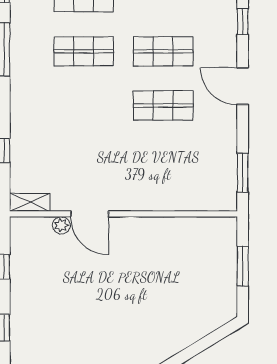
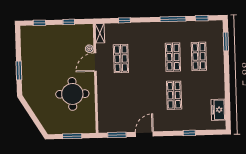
door: (243, 86) -> (144, 134), moved
shop shelf: (163, 106) -> (121, 59), moved
round table: (155, 263) -> (72, 94), added

